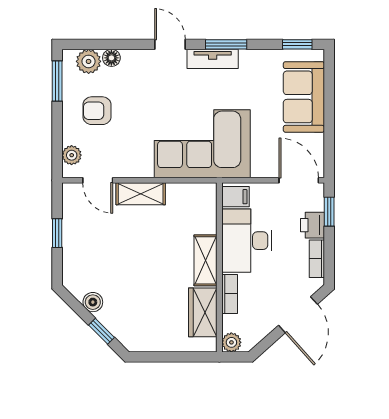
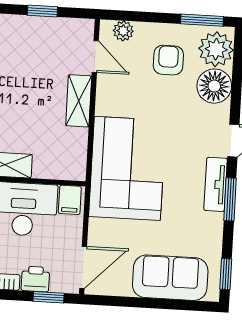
floor lamp: (111, 58) -> (214, 86), width x1.89, depth x1.89
plant: (89, 61) -> (216, 49), width x1.36, depth x1.36
door: (98, 180) -> (95, 57), swing flipped

